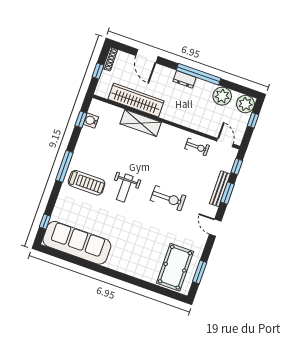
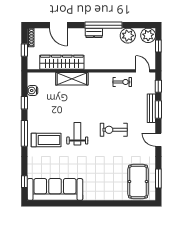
window: (81, 119) -> (24, 103), moved
weight bench: (125, 188) -> (77, 134), turned 180
exercise bike: (168, 198) -> (114, 130), turned 180

